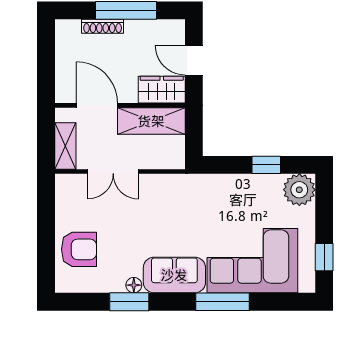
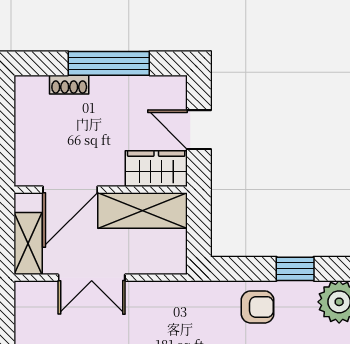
shoe rack: (103, 26) -> (69, 85), width x0.70
door: (97, 105) -> (70, 190), swing flipped
armchair: (238, 194) -> (258, 307), added

